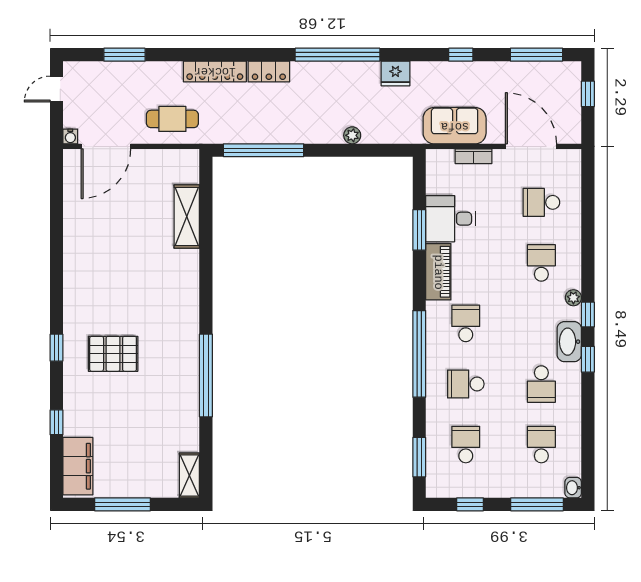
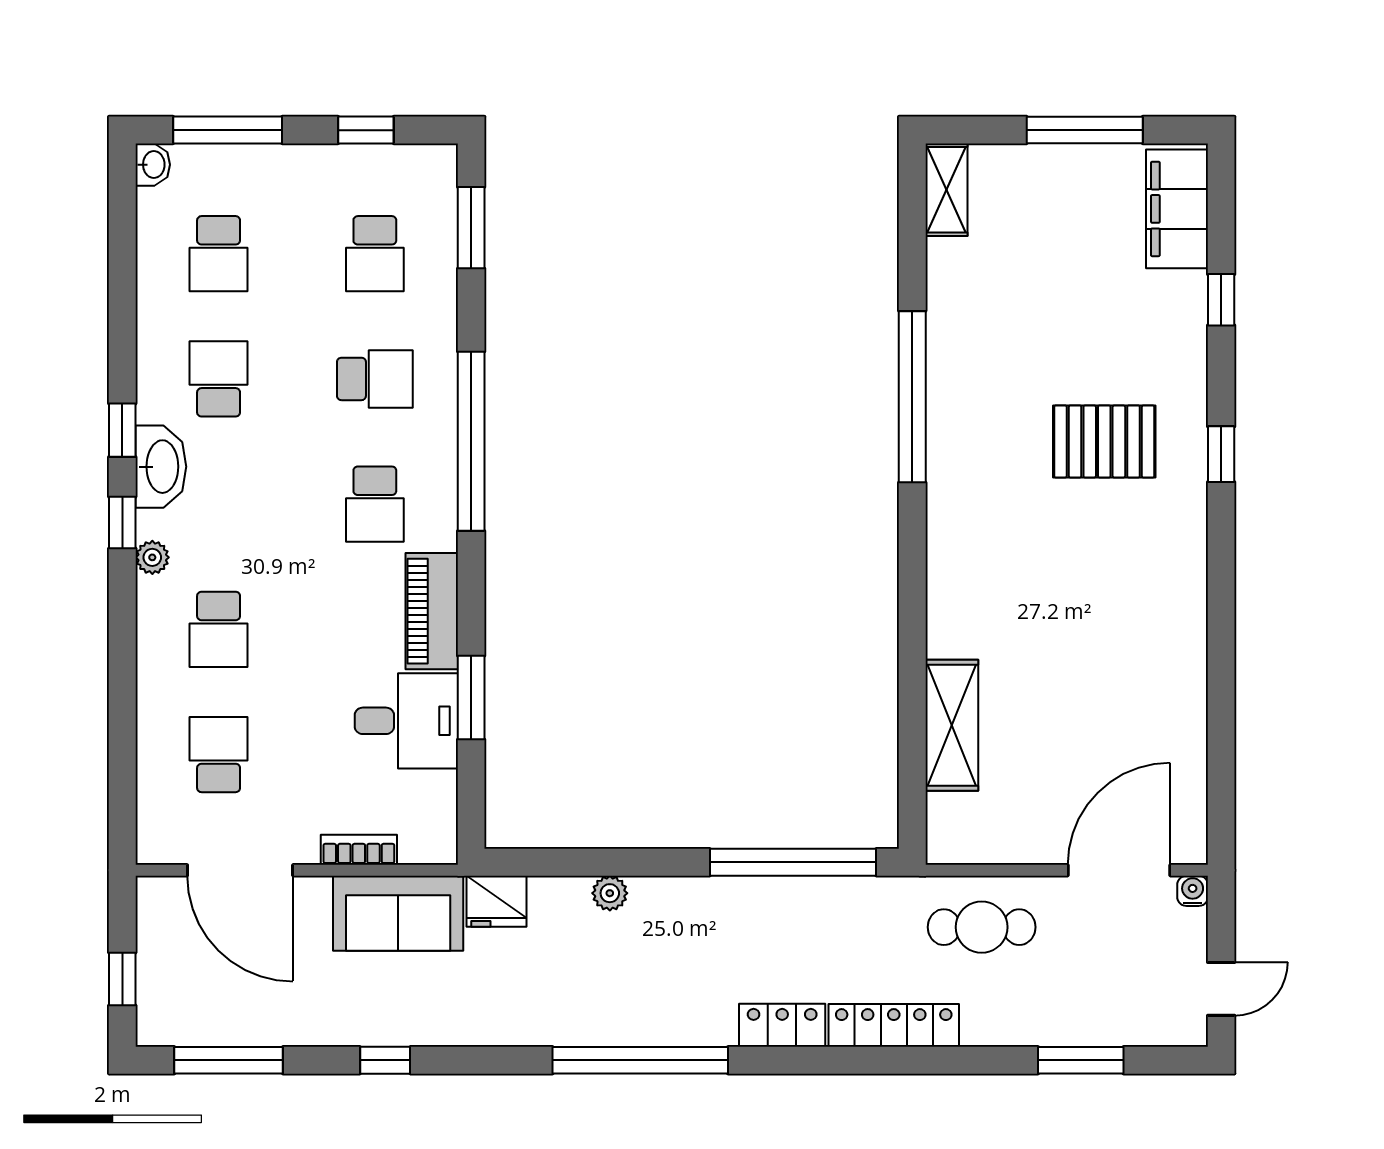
fridge: (395, 73) -> (496, 901), moved, turned 180
school desk: (541, 202) -> (219, 755), turned -90

